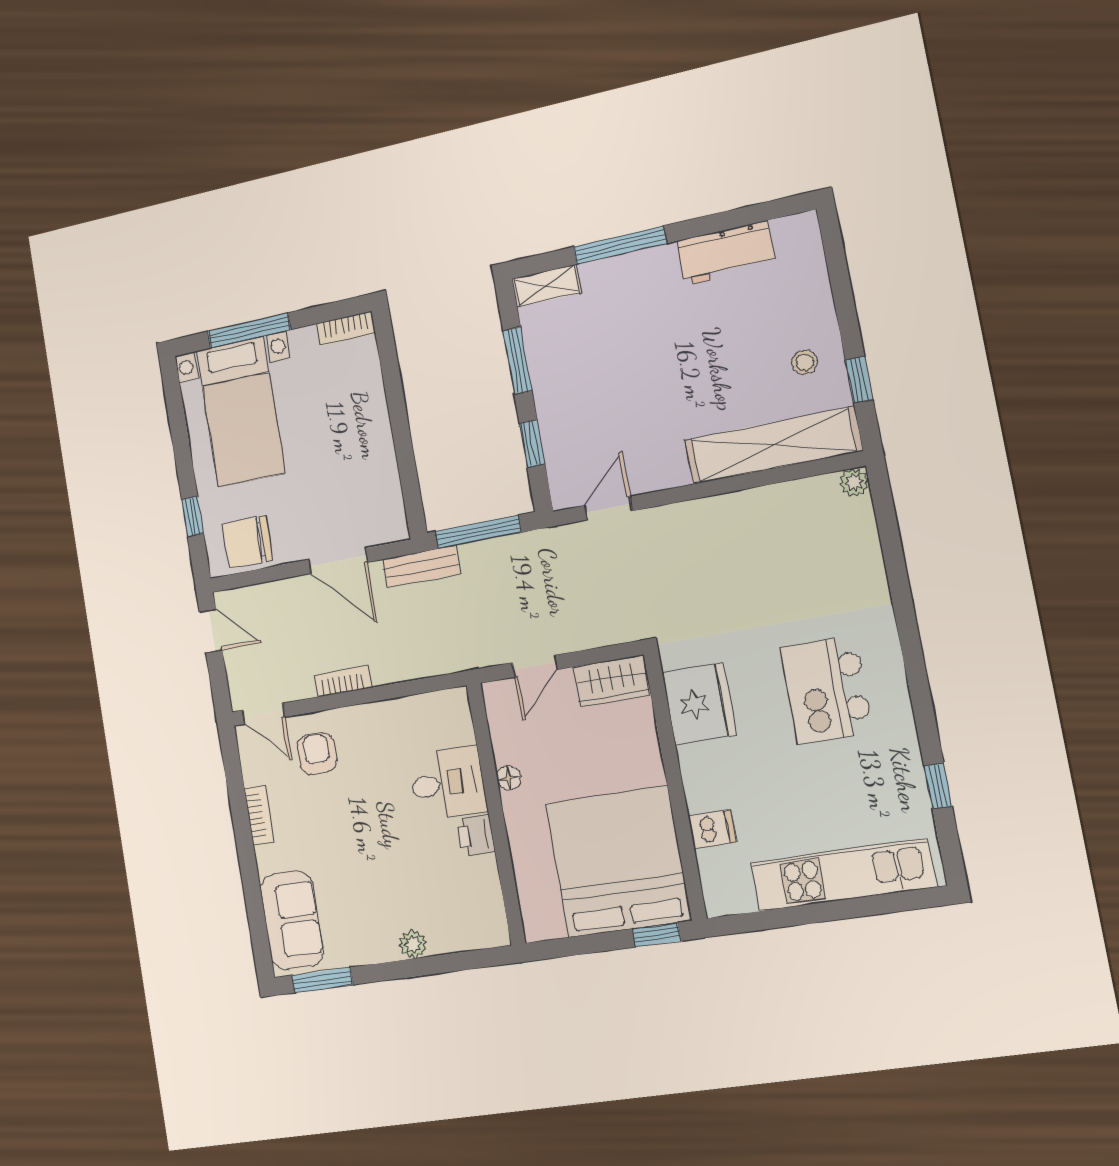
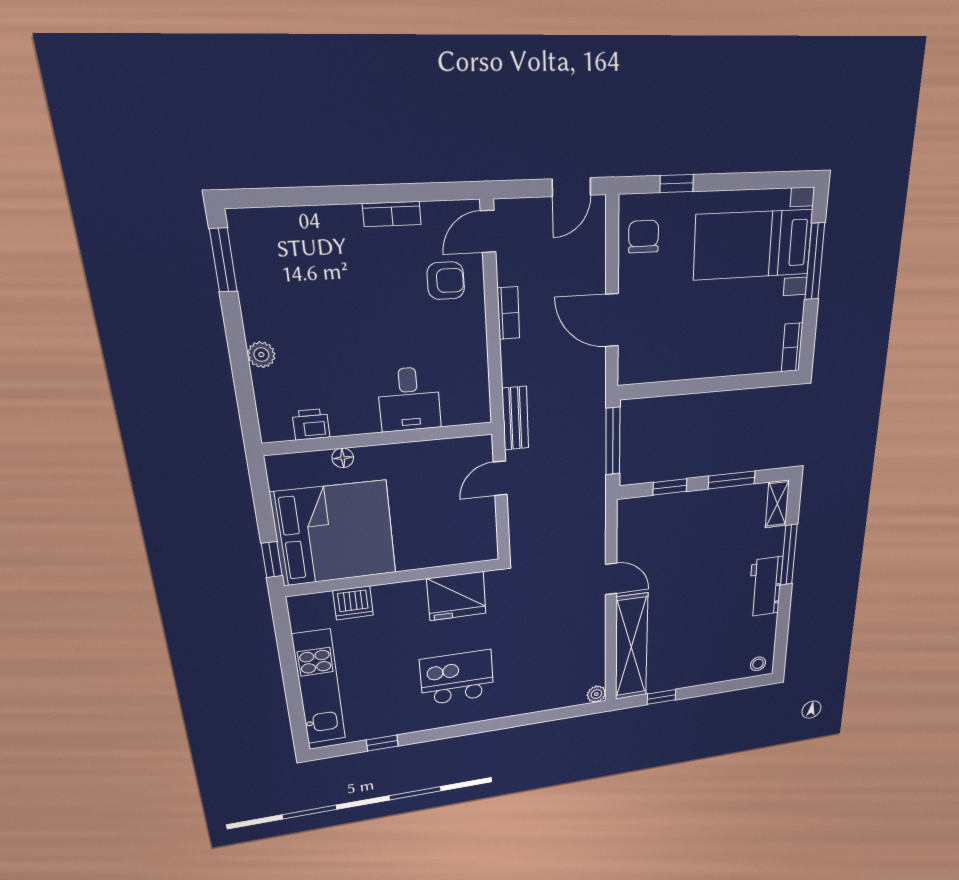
workbench: (726, 253) -> (765, 587), moved
stool: (804, 362) -> (758, 664), moved
door: (608, 508) -> (611, 579), moved
chair: (248, 542) -> (644, 237), width x0.73, depth x0.73
door: (338, 561) -> (612, 320), hinge flipped
bench: (421, 566) -> (515, 418), moved
door: (535, 666) -> (500, 478), hinge flipped
wardrobe: (612, 681) -> (481, 535), removed
floor lamp: (509, 778) -> (343, 458), moved
dishwasher: (712, 829) -> (353, 603), width x1.38
printer: (476, 835) -> (311, 424), moved
sofa: (292, 920) -> (285, 235), removed

